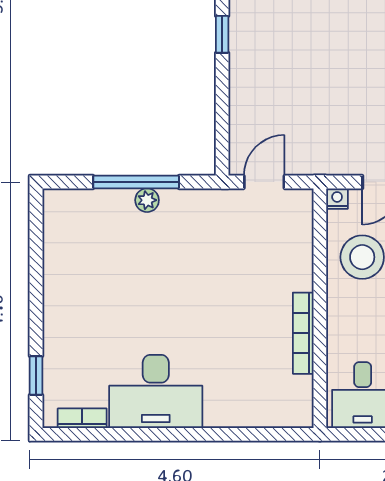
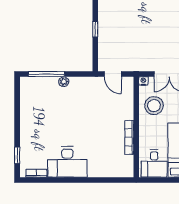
window: (222, 34) -> (95, 29), moved
window: (136, 182) -> (46, 74), moved
door: (264, 182) -> (113, 74), swing flipped

